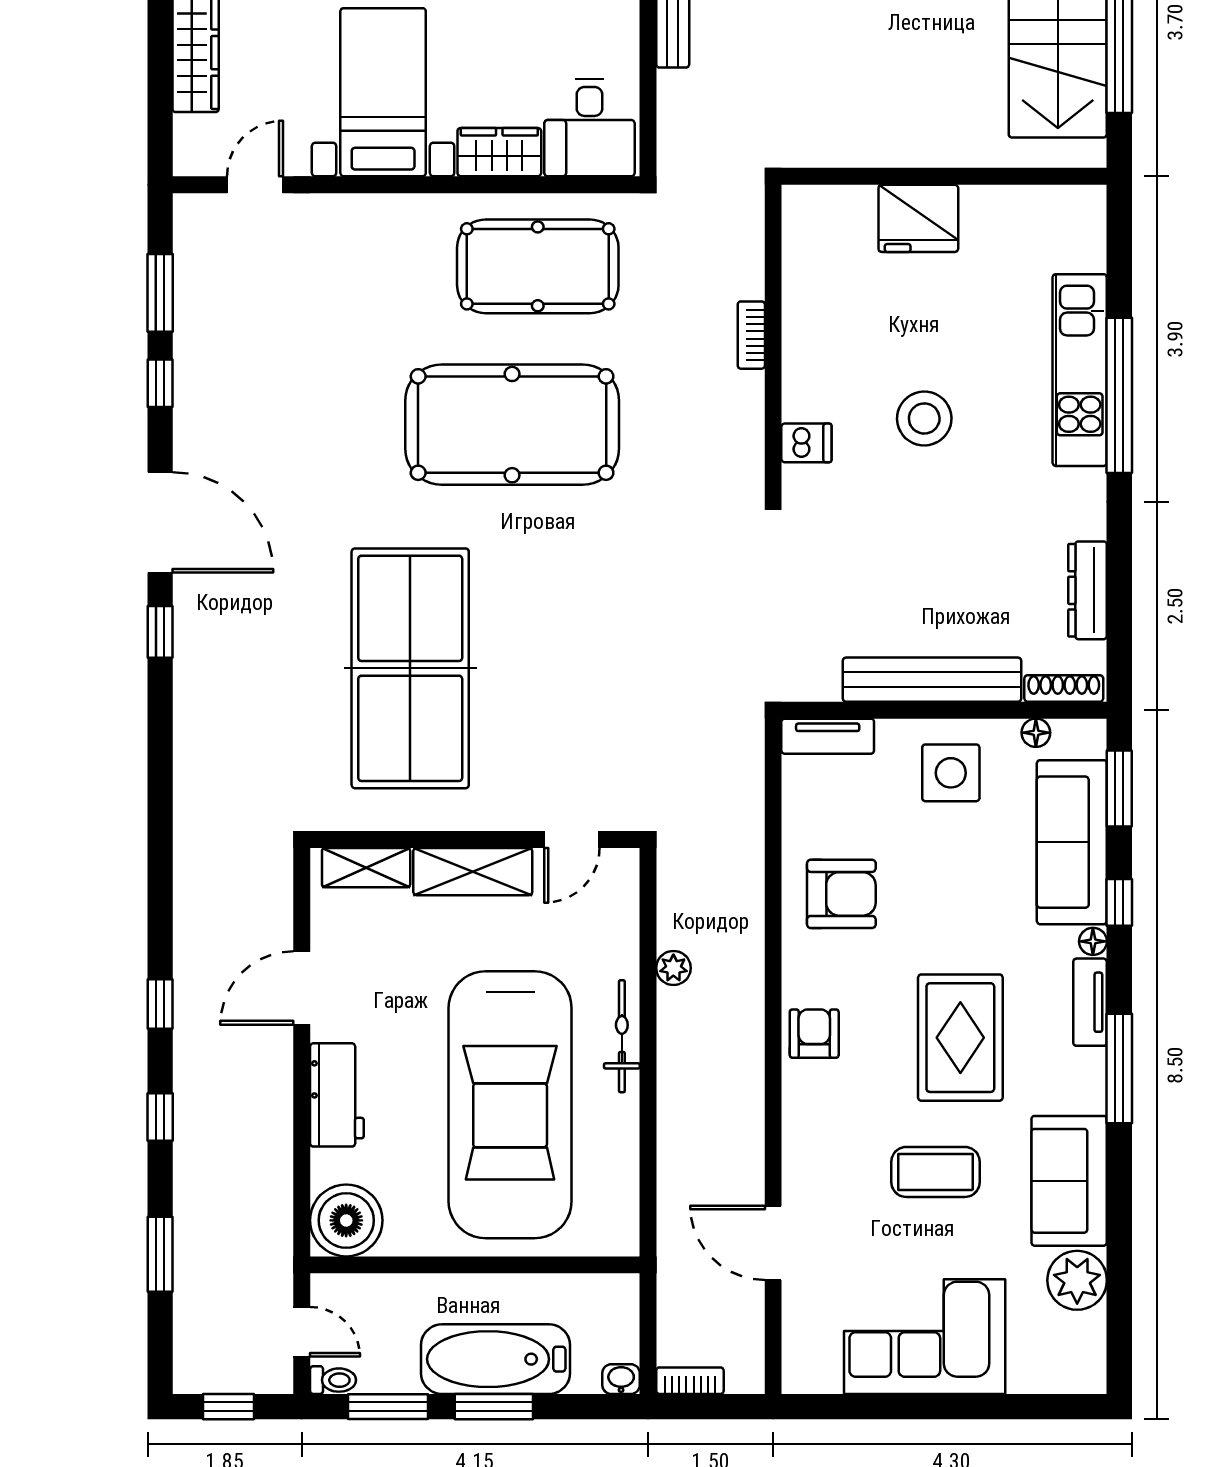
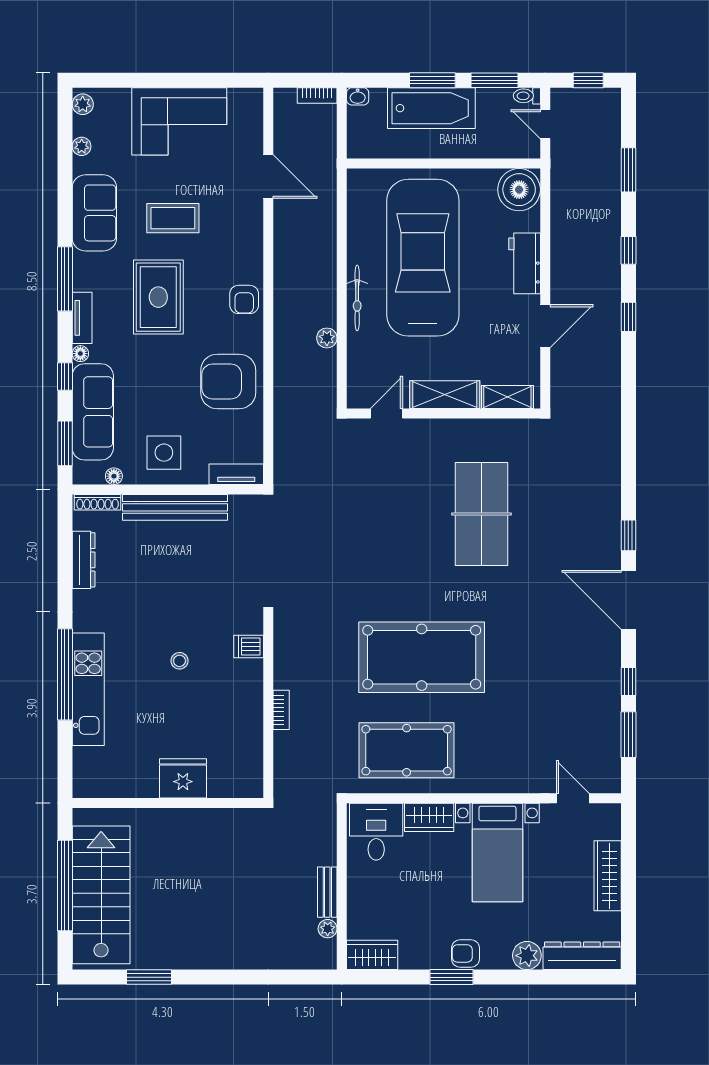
door: (255, 185) -> (573, 798), swing flipped
stool: (924, 418) -> (180, 661), width x0.53, depth x0.53
table tennis table: (410, 668) -> (482, 514), width x0.73, depth x0.76
armchair: (841, 894) -> (228, 381), width x1.36, depth x1.36
plant: (1077, 1280) -> (82, 146), width x0.53, depth x0.53
plant: (1089, 1366) -> (83, 104), added

